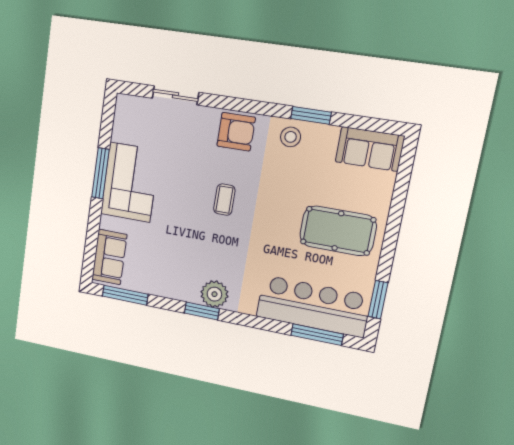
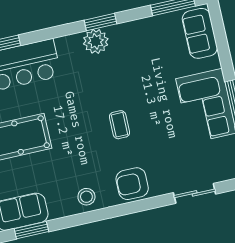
window: (311, 115) -> (31, 230), moved

